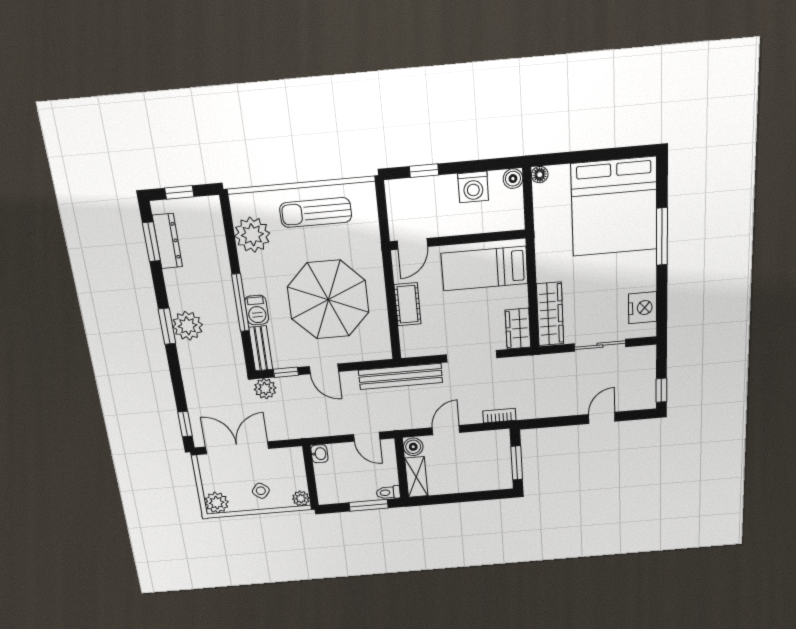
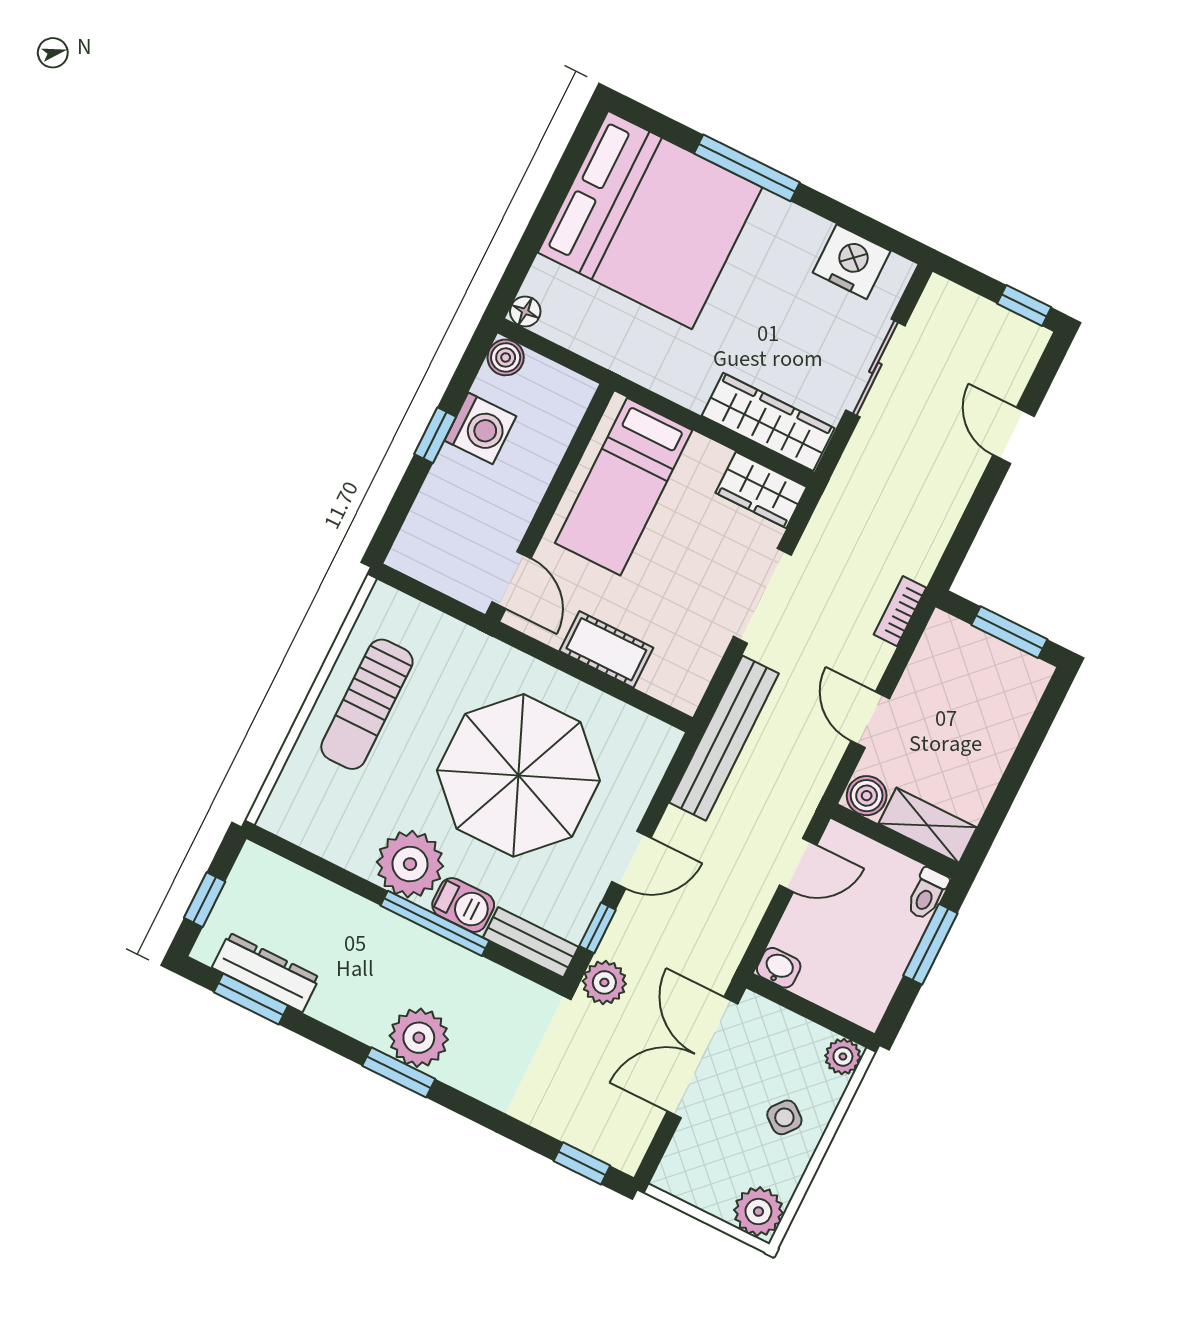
window: (424, 171) -> (435, 435), moved
plant: (252, 235) -> (410, 864), moved
double door: (237, 448) -> (703, 1058), moved

